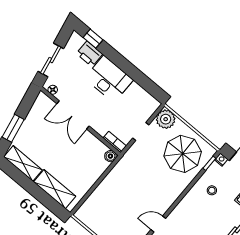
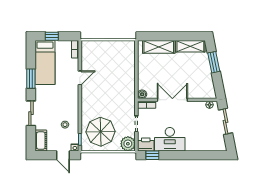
window: (93, 39) -> (152, 155), moved
printer: (90, 54) -> (146, 144), moved
desk: (109, 79) -> (170, 139), moved
double door: (73, 115) -> (172, 100), moved

